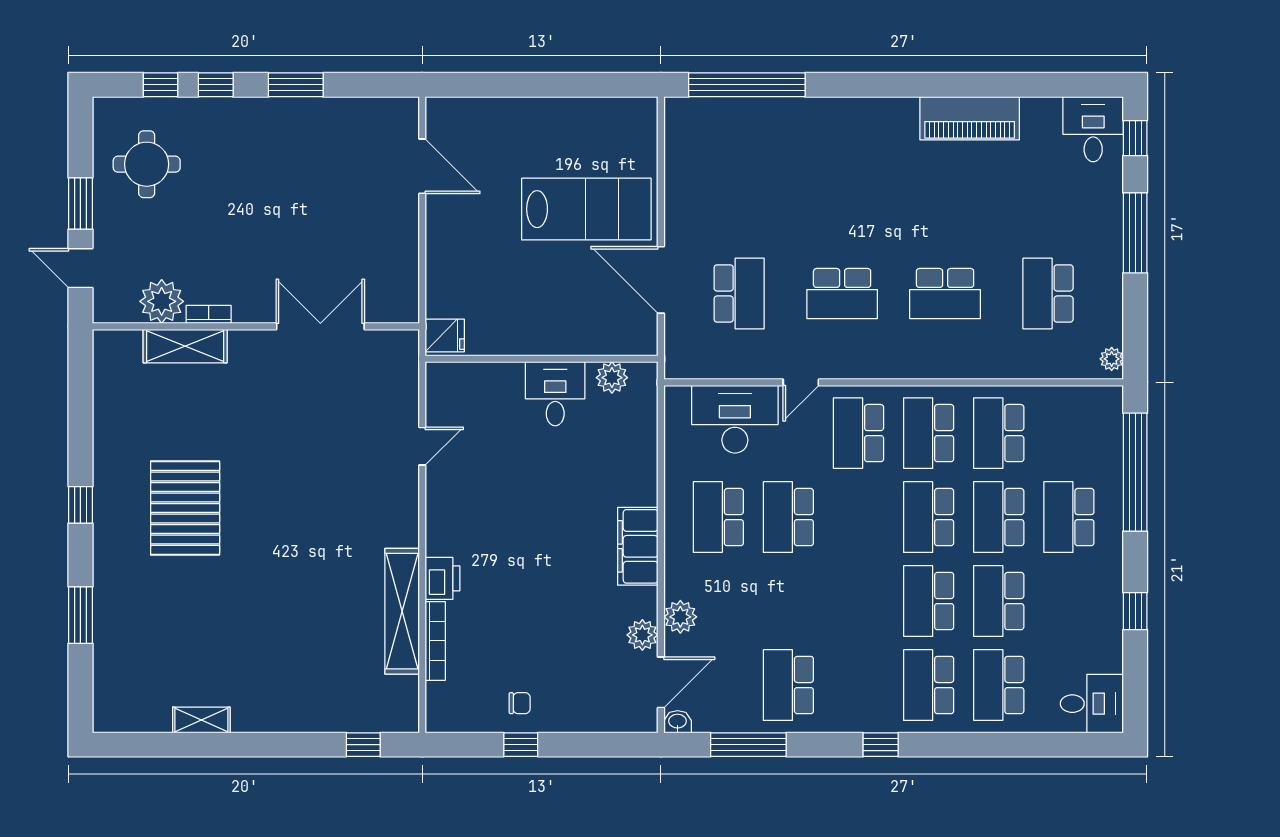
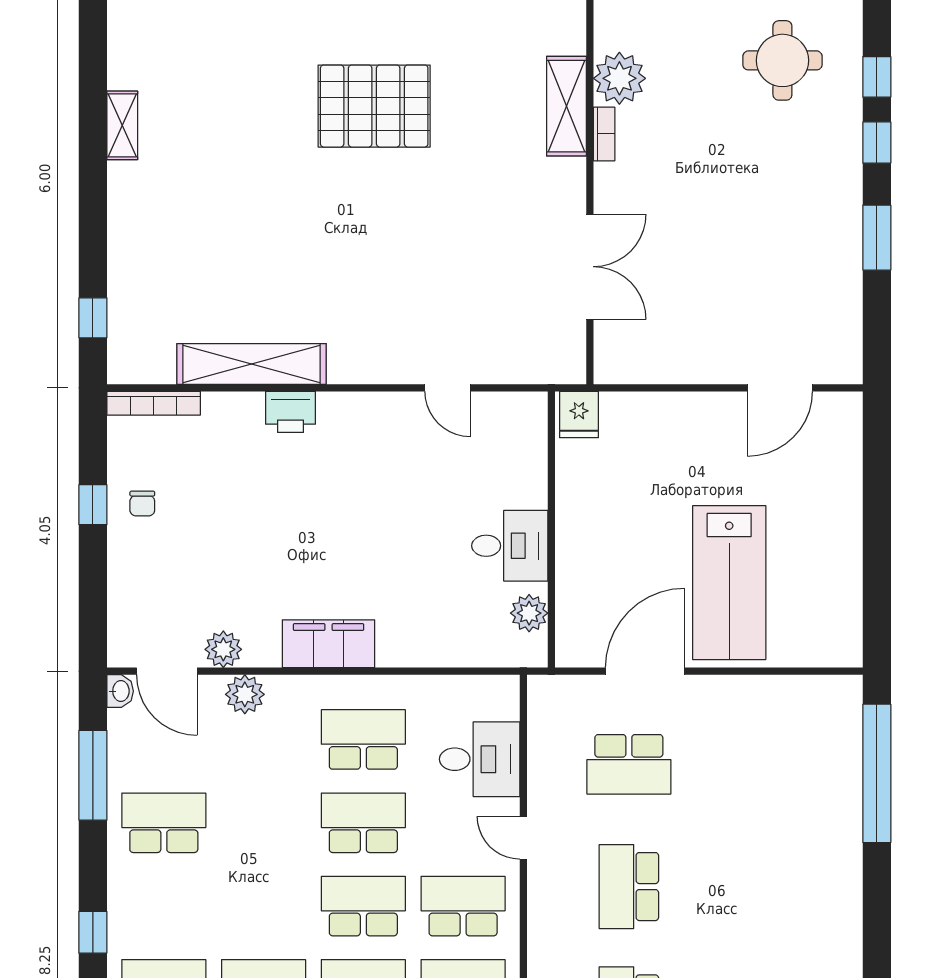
desk: (735, 419) -> (480, 759), width x0.73
school desk: (859, 517) -> (363, 906), added
bookcase: (435, 641) -> (154, 403), moved

